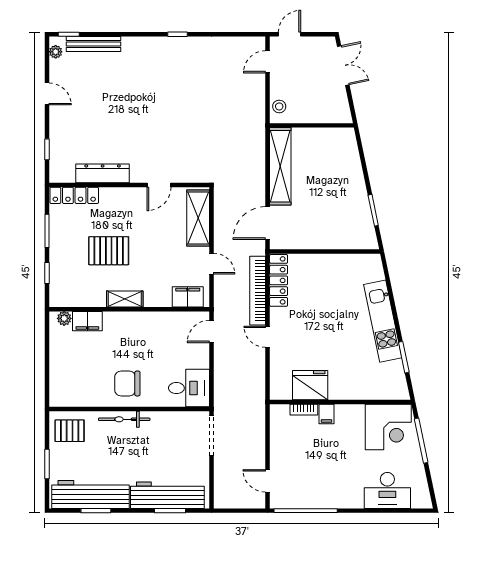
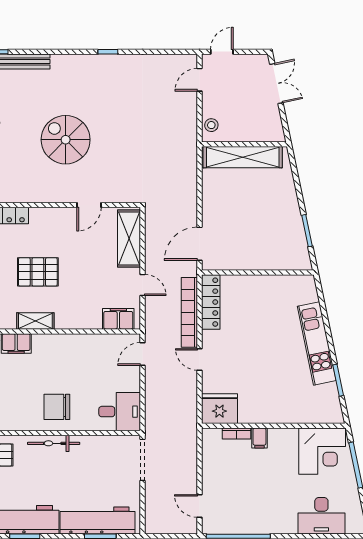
spiral stairs: (136, 121) -> (66, 140), added
shelving: (280, 166) -> (243, 157), moved, turned 90
dresser: (103, 173) -> (32, 193), removed
shelving: (125, 299) -> (35, 321), moved
fridge: (310, 385) -> (219, 409), moved

